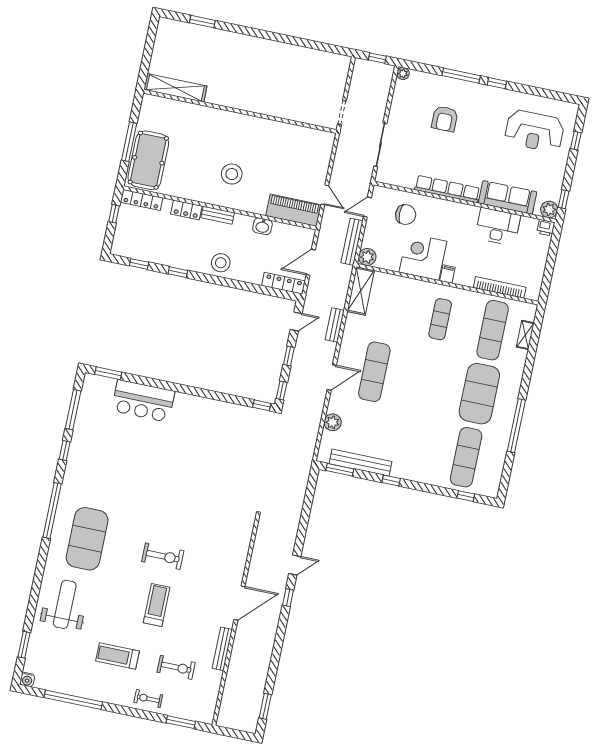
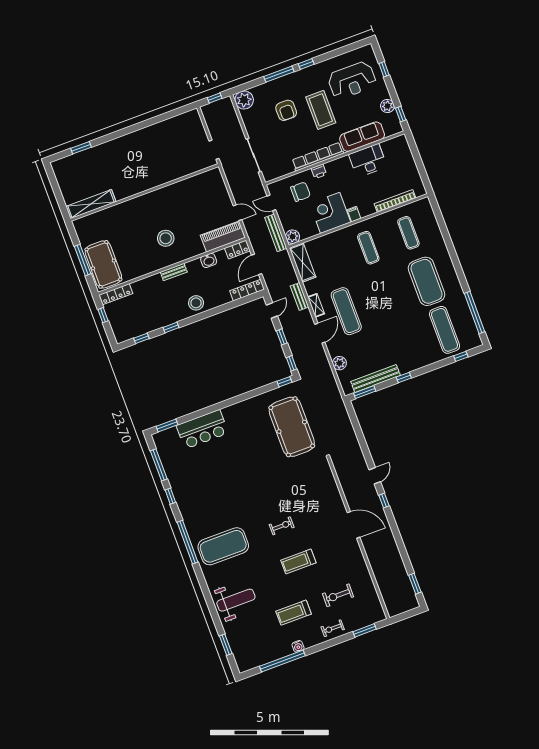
plant: (403, 73) -> (244, 100), width x1.87, depth x1.87
coffee table: (482, 141) -> (321, 110), added
door: (367, 207) -> (271, 203), hinge flipped
plant: (549, 209) -> (387, 106), moved
locker: (186, 210) -> (237, 249), moved
printer: (546, 228) -> (319, 171), moved
exercise mat: (493, 330) -> (408, 233), width x0.73, depth x0.69
shelving: (525, 335) -> (316, 305), moved
window: (516, 426) -> (475, 312), moved
pool table: (240, 458) -> (292, 427), added
exercise mat: (87, 539) -> (223, 546), turned 90
exercise bike: (163, 556) -> (282, 526), width x0.73, depth x0.72
door: (239, 603) -> (354, 525), hinge flipped
weight bench: (65, 604) -> (236, 600), turned 90
treadmill: (157, 605) -> (298, 561), turned -90
bench: (222, 649) -> (361, 563), removed
exercise bike: (176, 667) -> (338, 595), turned 180
water cooler: (27, 680) -> (298, 646), moved

